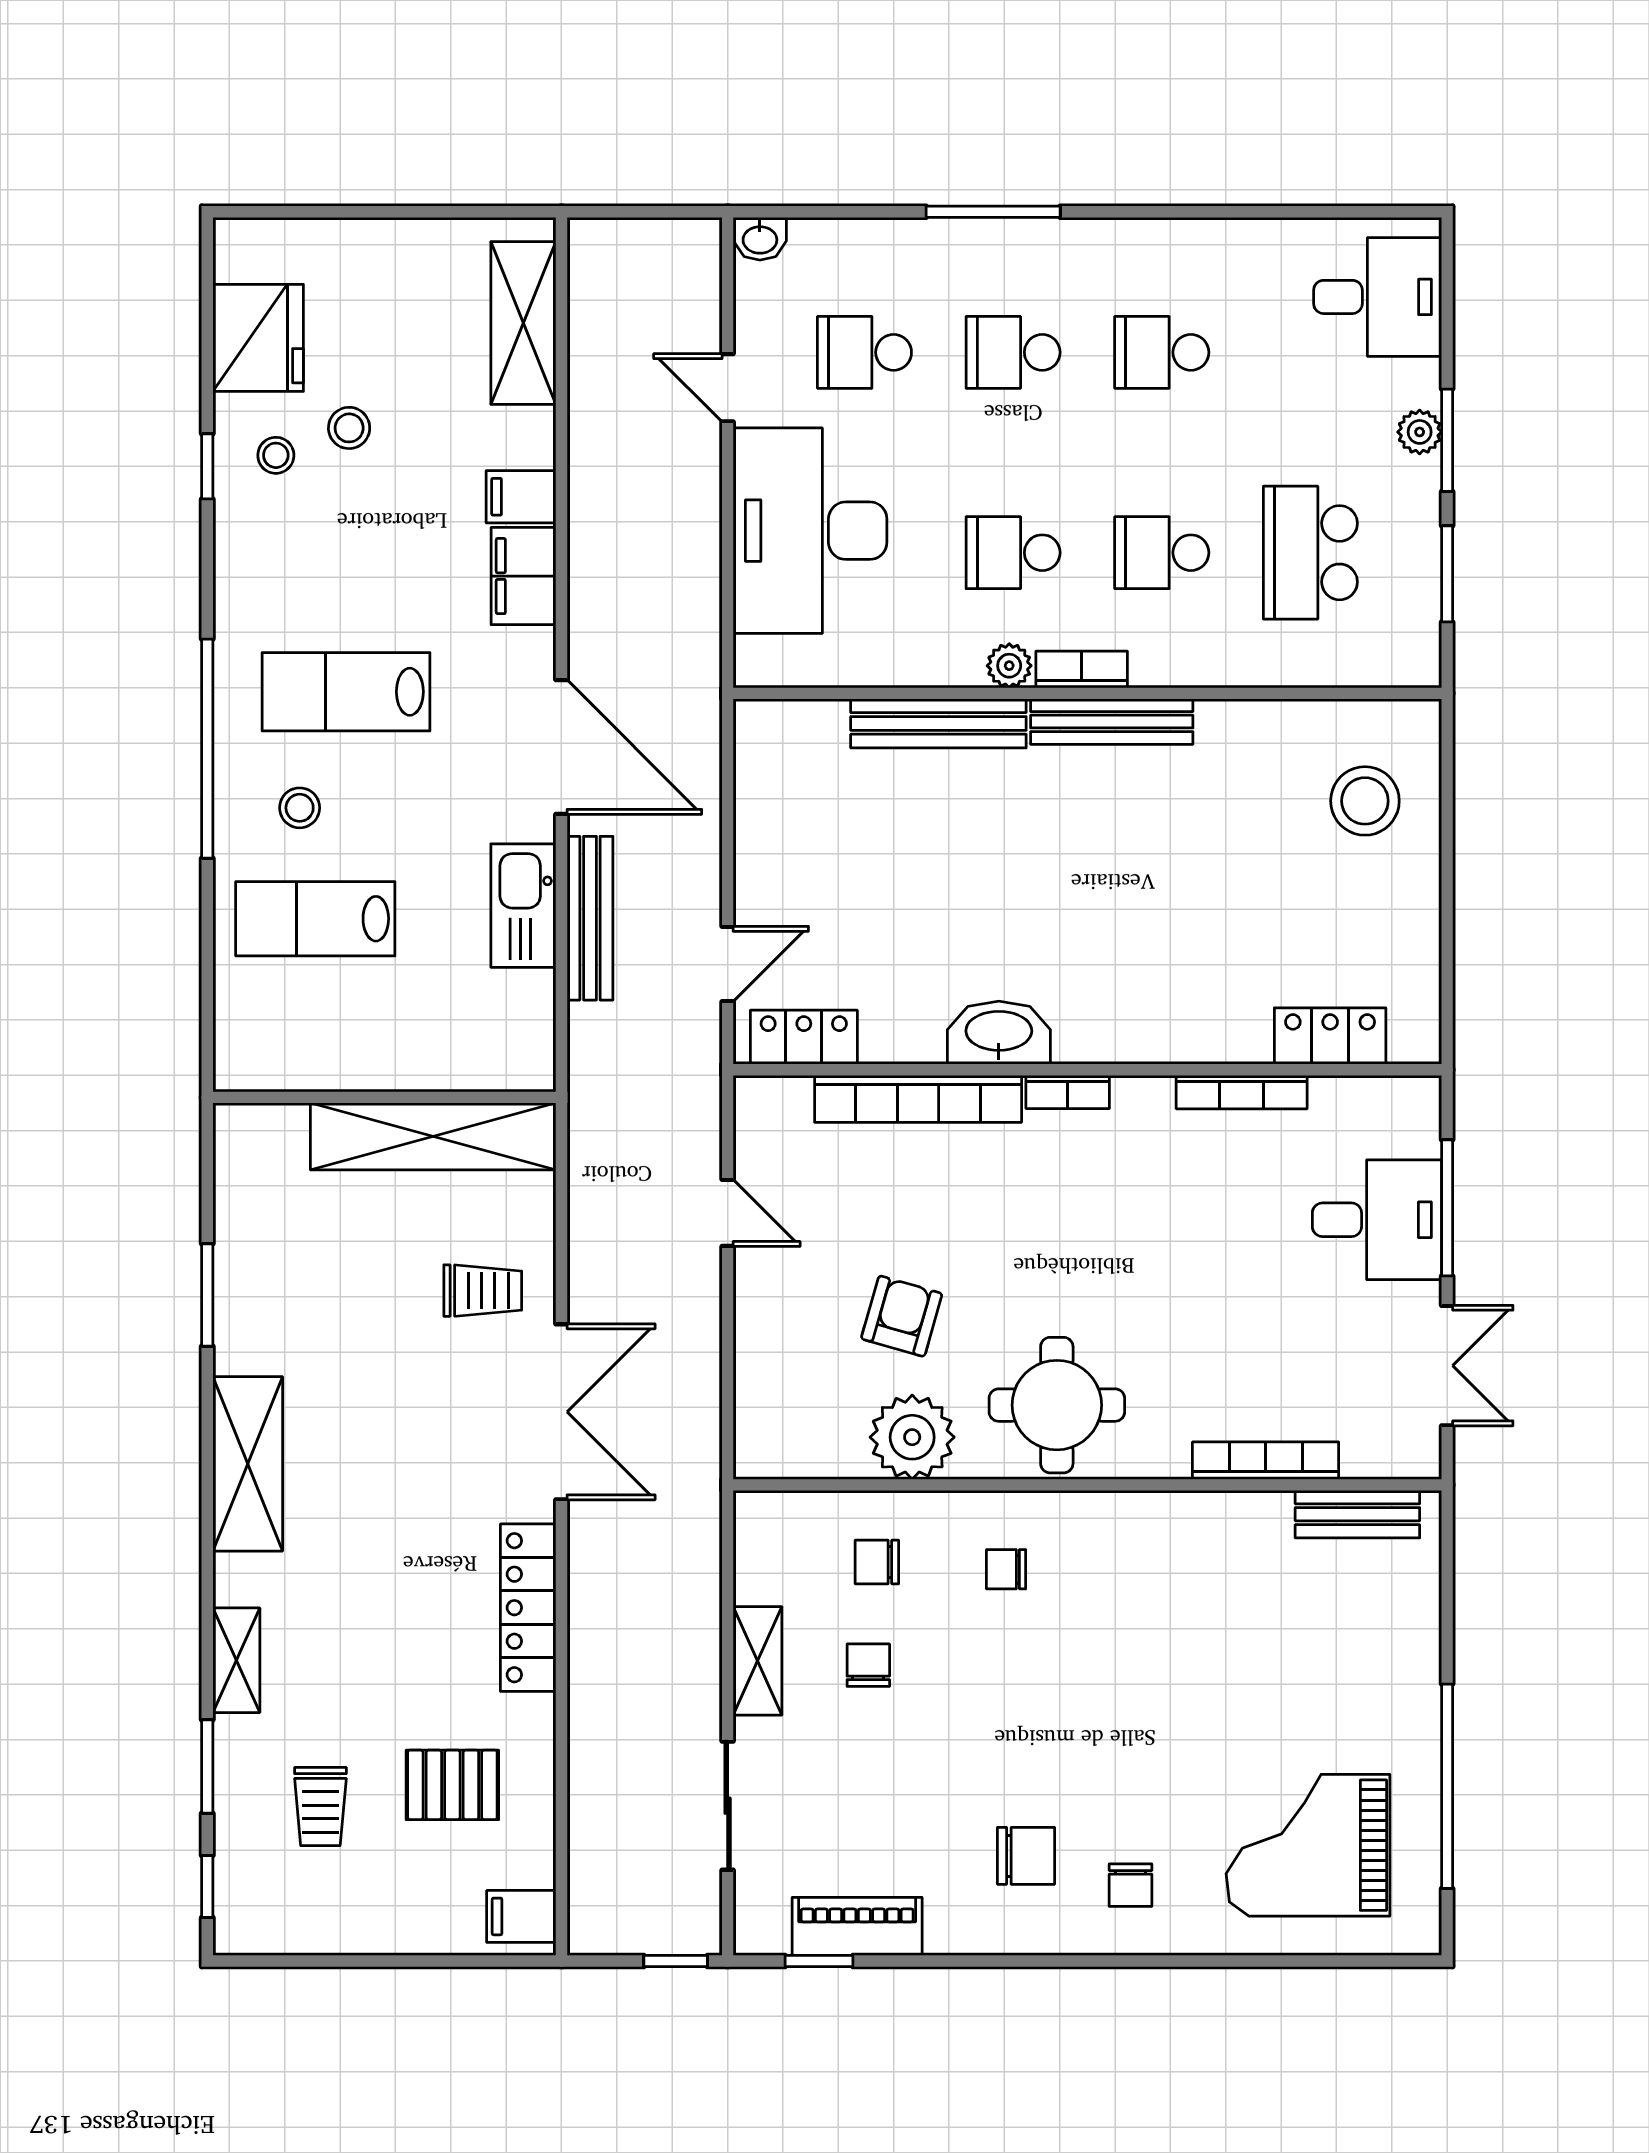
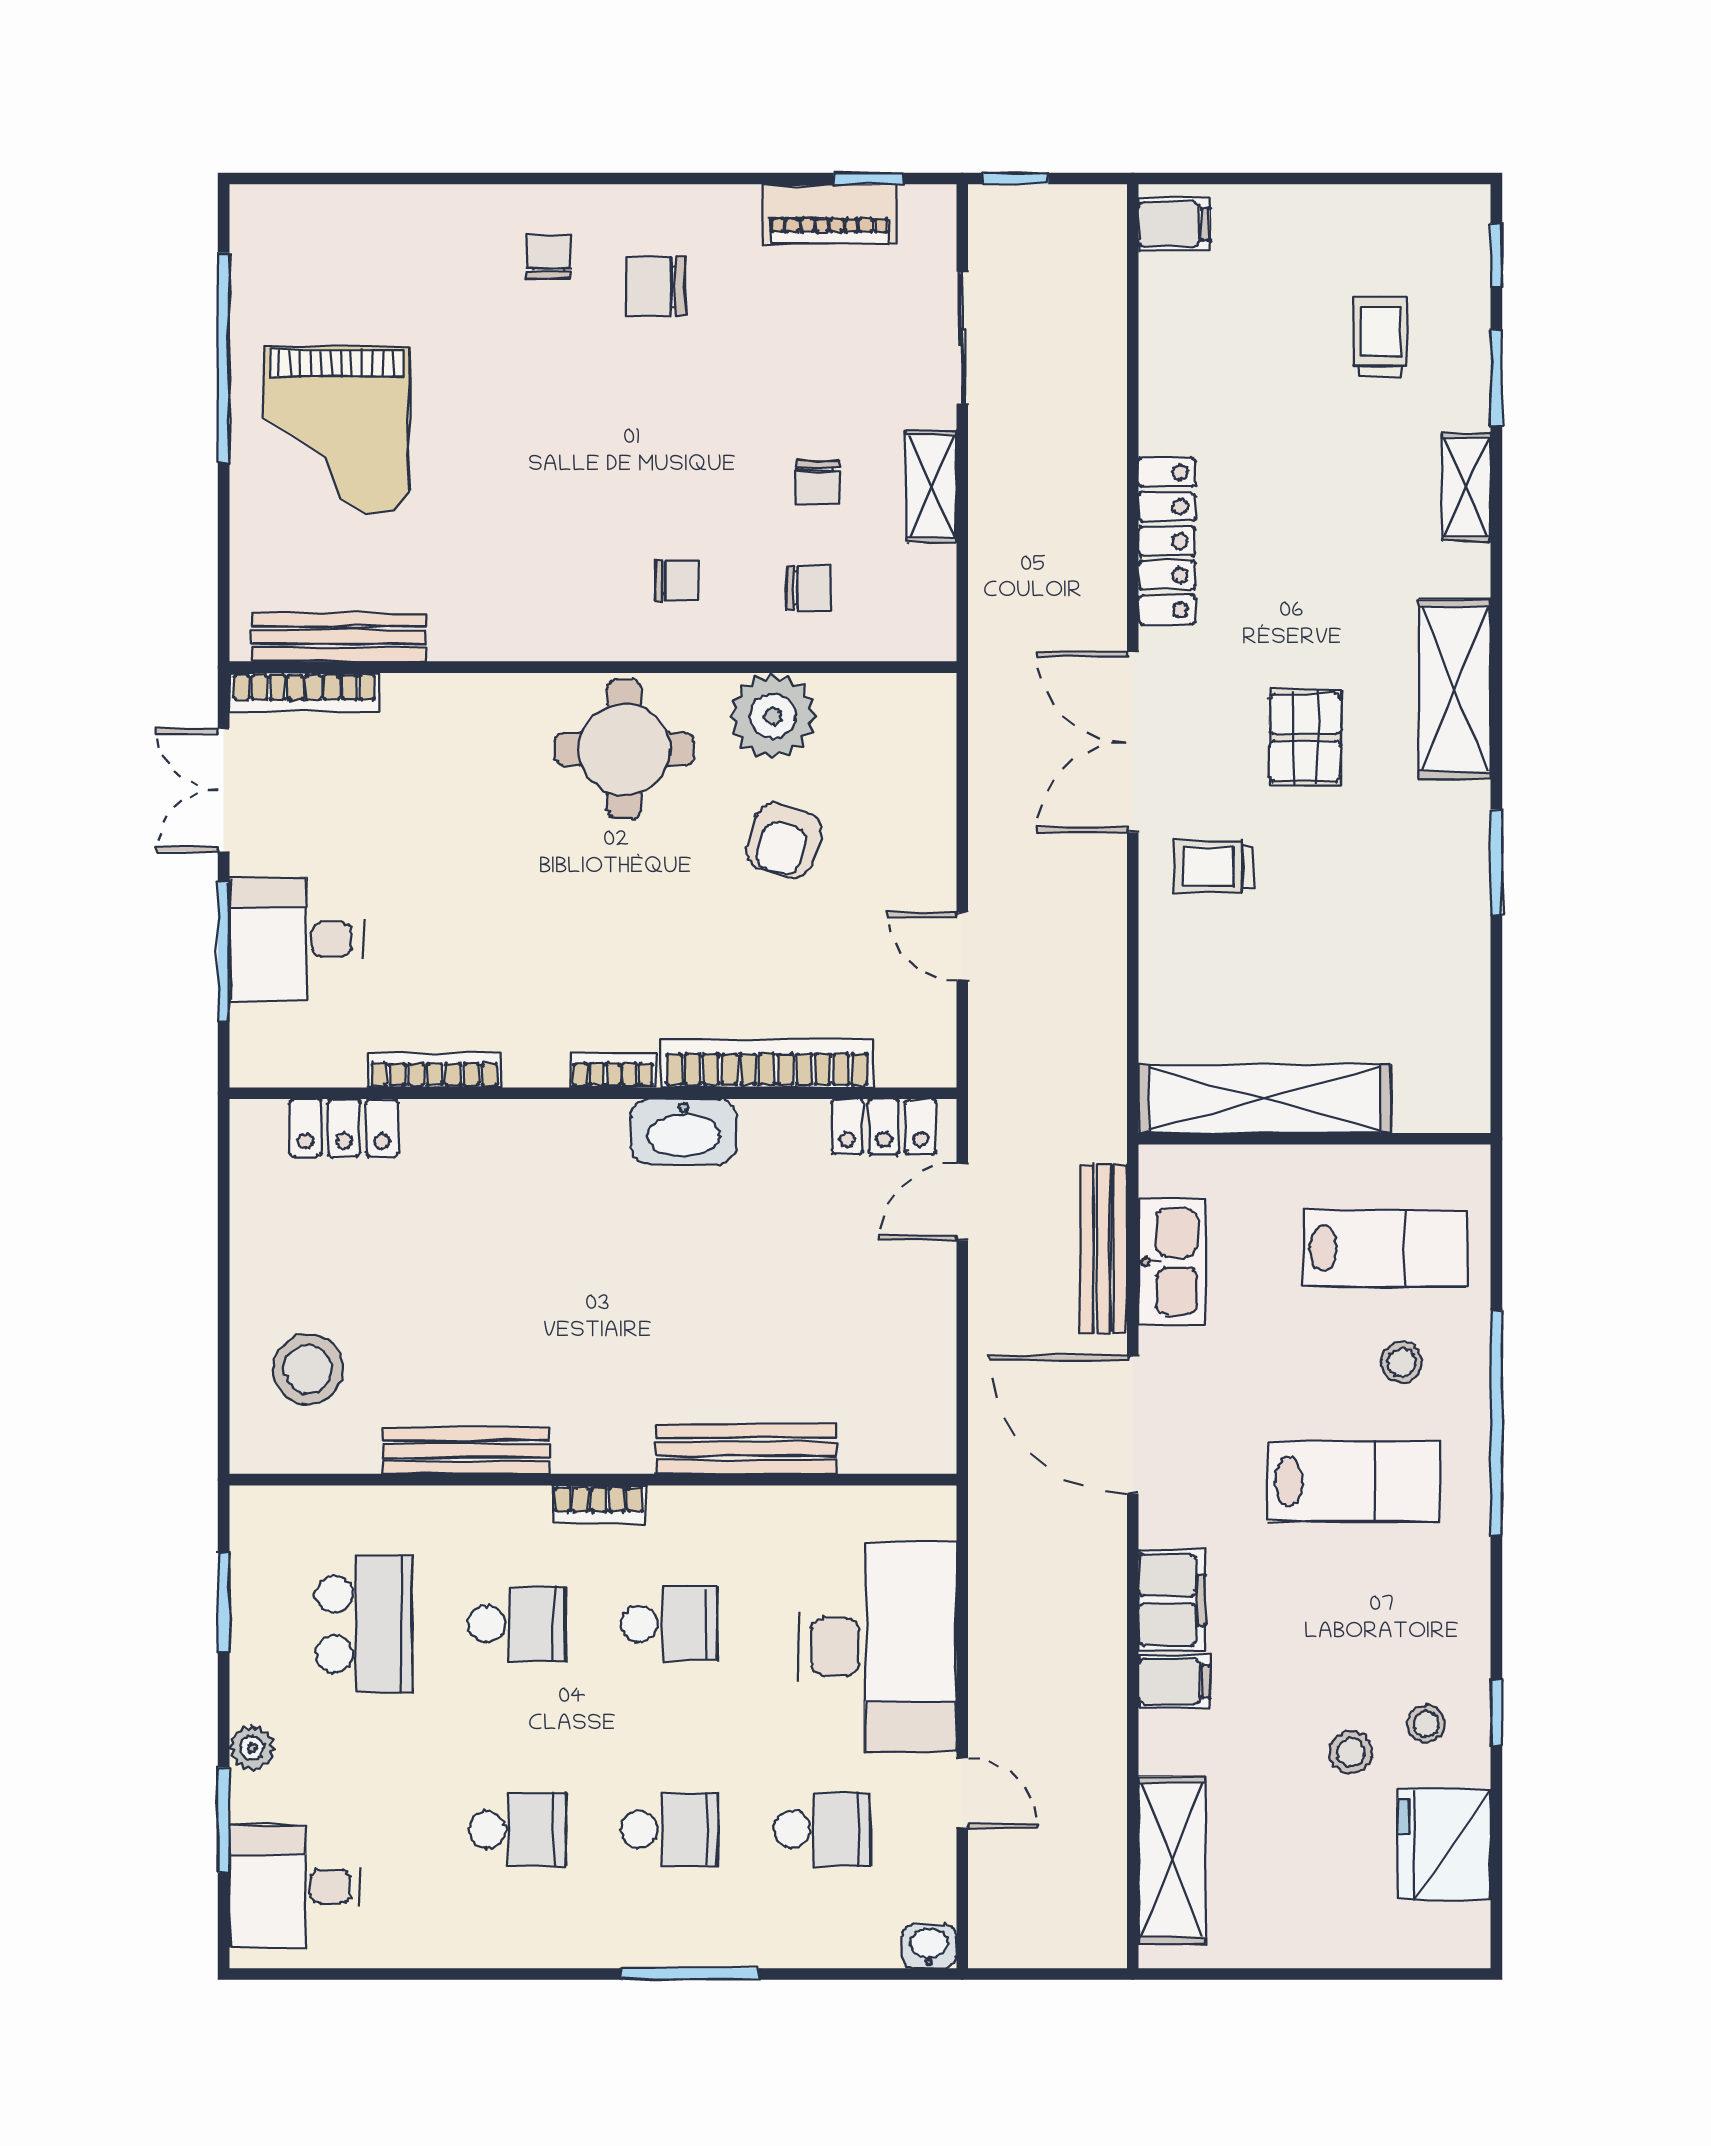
window: (1447, 440) -> (224, 1820), moved
plant: (1009, 666) -> (673, 1508), removed
bench: (1112, 722) -> (466, 1451), moved
wall: (384, 1097) -> (1315, 1139), moved
shelving: (433, 1136) -> (1264, 1099), moved
bookcase: (1266, 1461) -> (304, 692), moved
bench: (1357, 1514) -> (339, 637), width x1.36
pallet: (452, 1785) -> (1305, 737), moved, turned 90
grand piano: (1308, 1845) -> (336, 431), moved, turned 90

